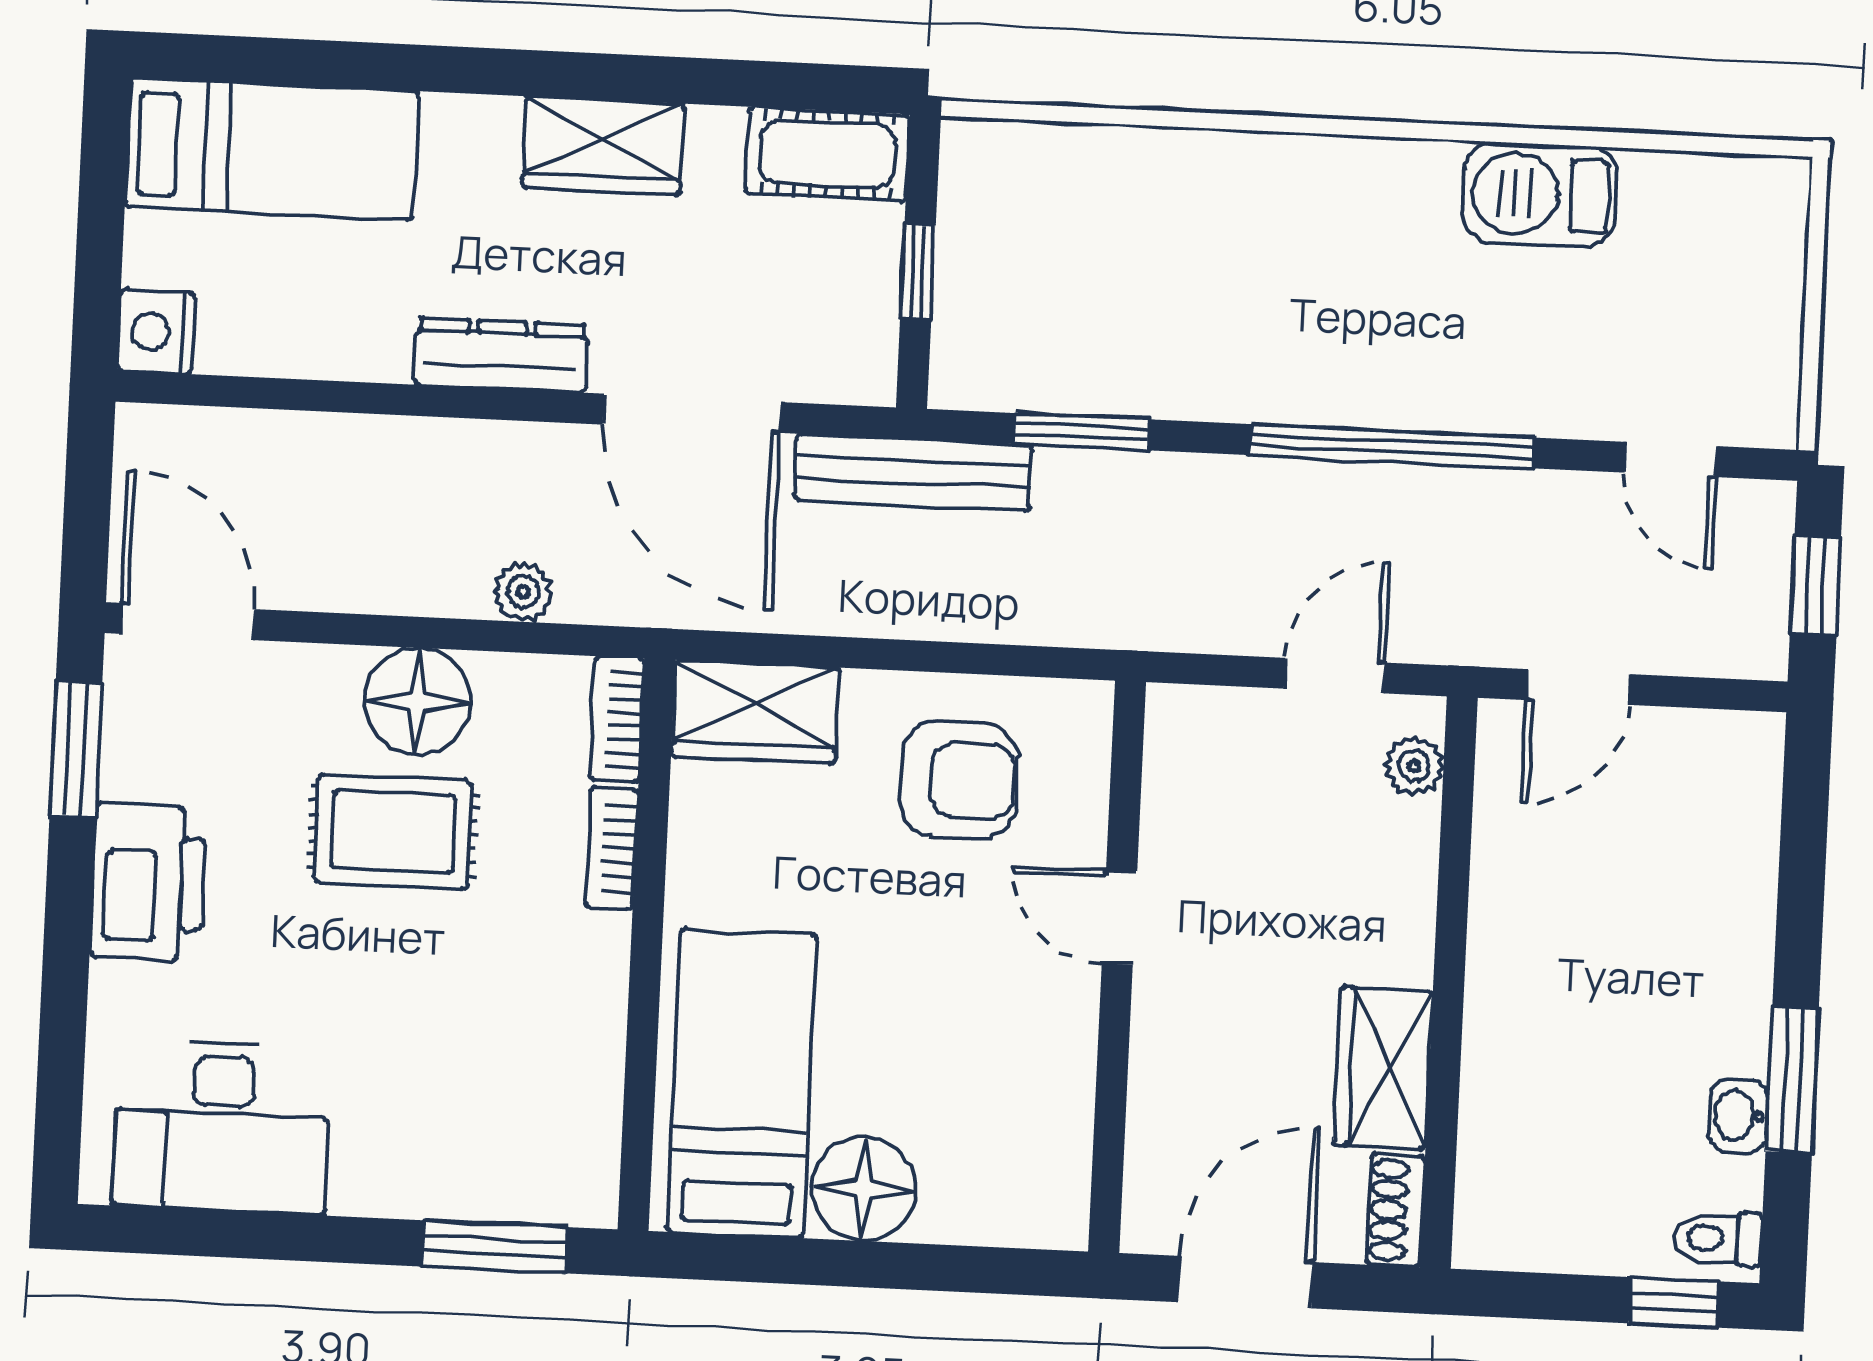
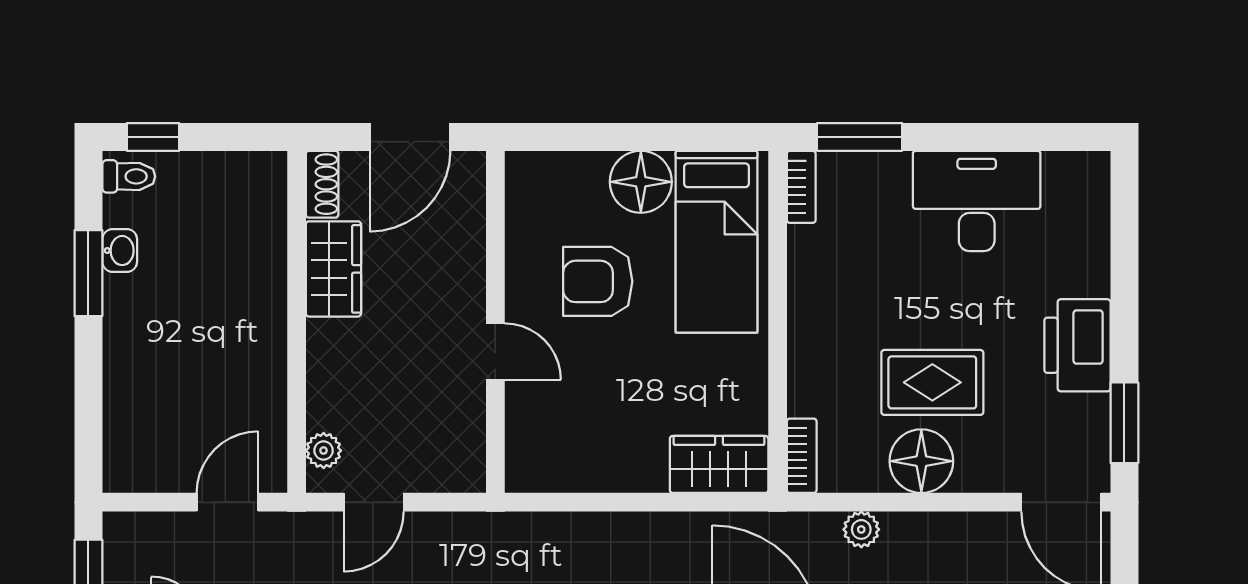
armchair: (959, 780) -> (598, 281), moved
bookcase: (611, 848) -> (801, 187), moved
desk: (222, 1127) -> (977, 201), moved

